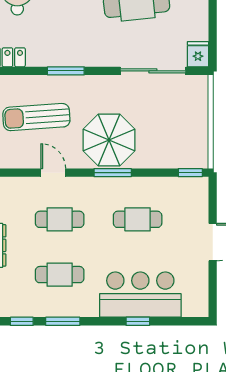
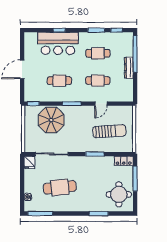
parasol: (109, 140) -> (51, 120), moved
door: (53, 173) -> (101, 104), hinge flipped

